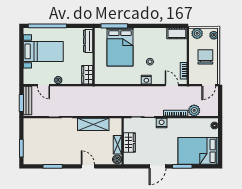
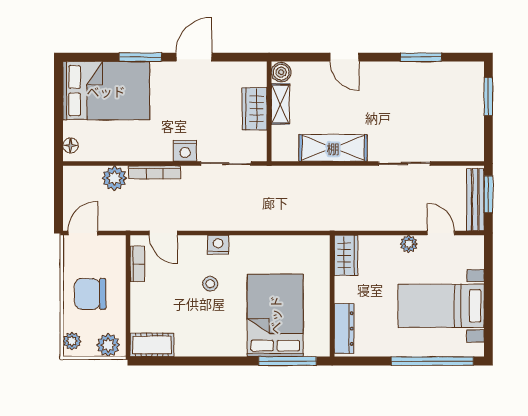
chair: (205, 57) -> (90, 294), turned 90

